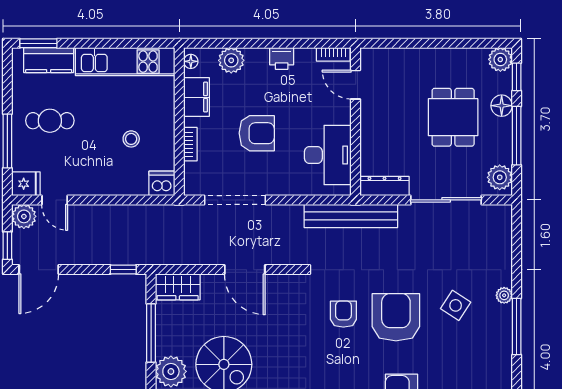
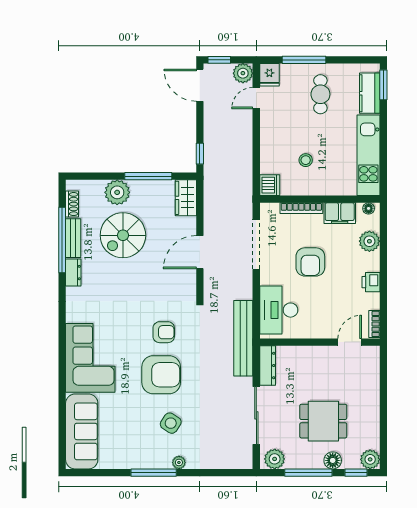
bookcase: (190, 144) -> (301, 208), width x1.56
desk: (328, 155) -> (279, 310), moved, turned 90

